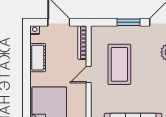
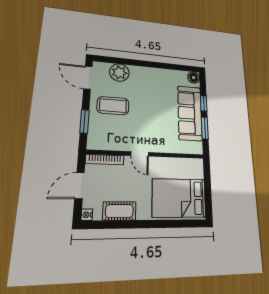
window: (129, 22) -> (85, 121), moved
coffee table: (119, 64) -> (113, 106), moved, width x0.73, depth x0.76

